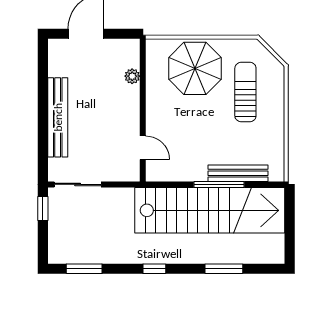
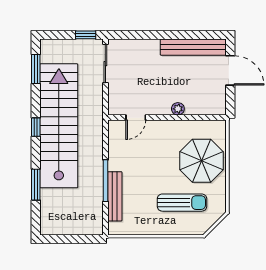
plant: (132, 76) -> (178, 109), moved
bench: (58, 117) -> (193, 47), moved
stairs: (210, 210) -> (59, 126), moved, turned 180

